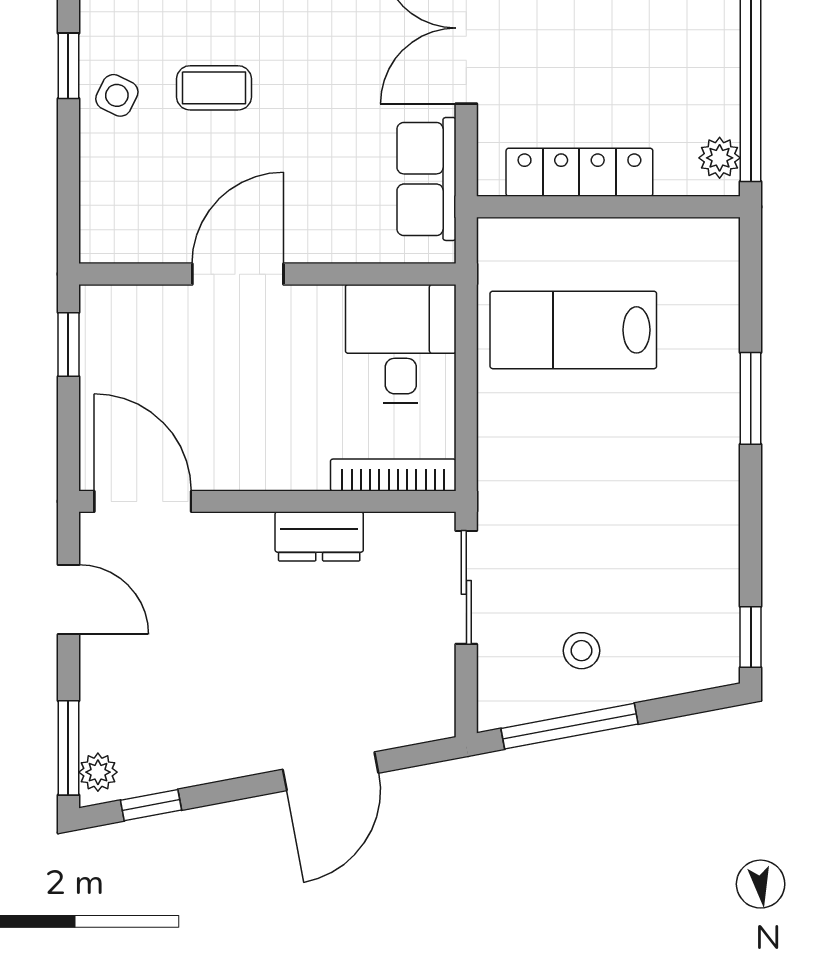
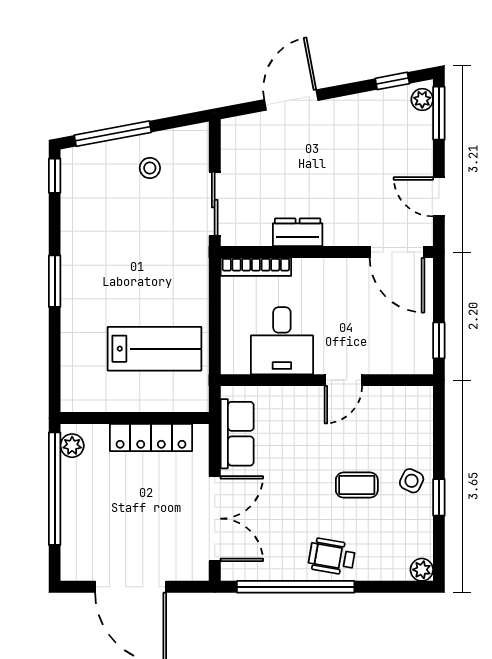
door: (238, 274) -> (343, 380), width x0.73
desk: (401, 344) -> (282, 341), moved
window: (751, 398) -> (55, 281), moved
window: (569, 726) -> (113, 134), moved

